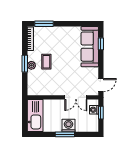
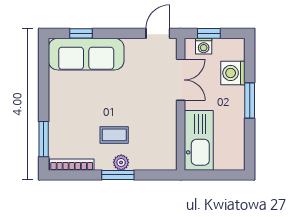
door: (101, 85) -> (158, 33), hinge flipped
kitchen sink: (35, 116) -> (199, 140), moved, turned 90
washing machine: (69, 125) -> (233, 73), moved

